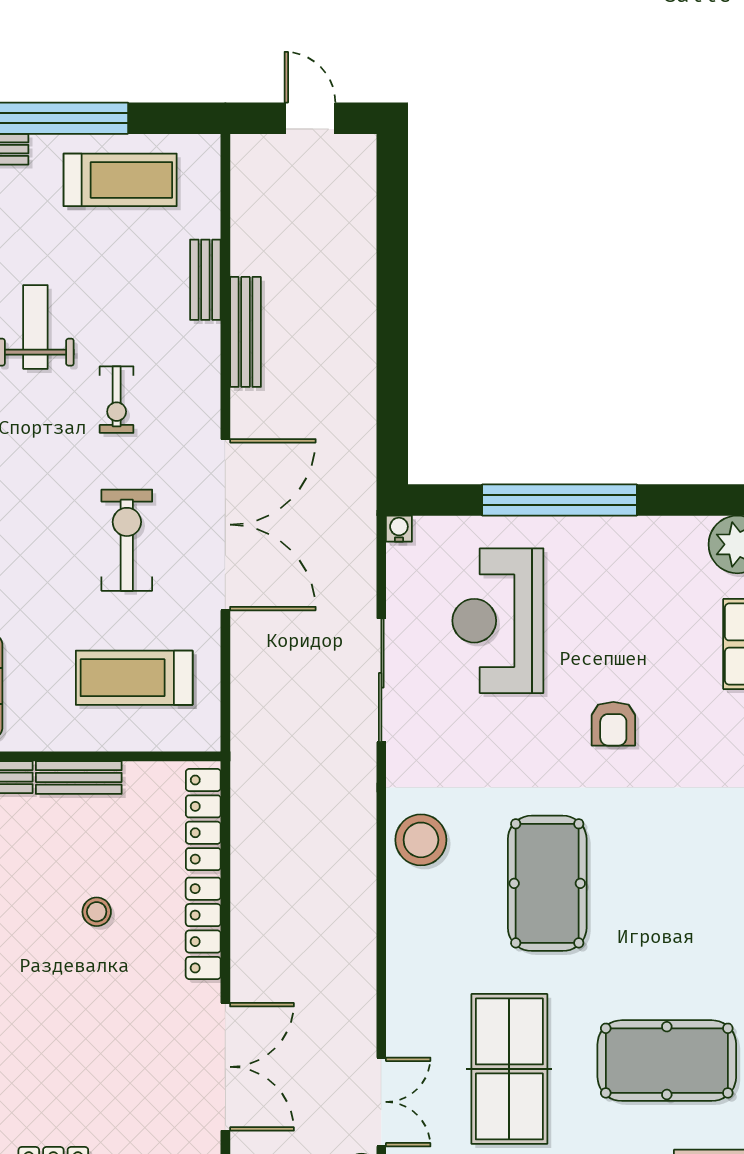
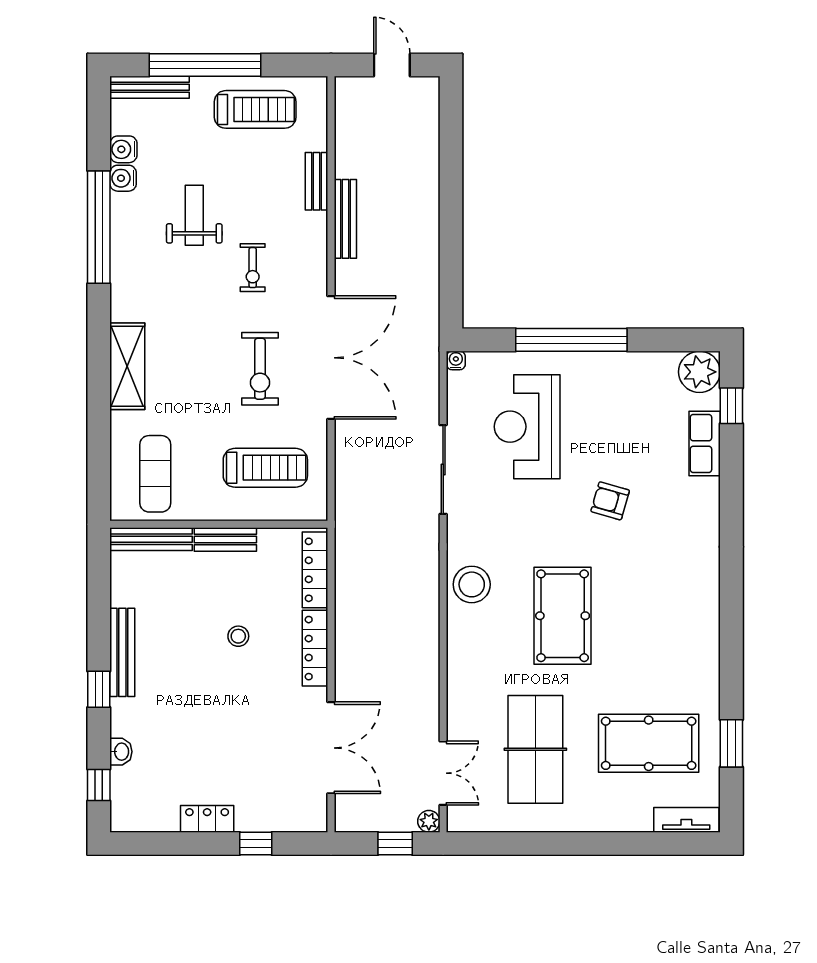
exercise bike: (127, 540) -> (260, 369), turned 180
treadmill: (134, 678) -> (265, 468), turned 180
armchair: (613, 724) -> (610, 501), turned 106

